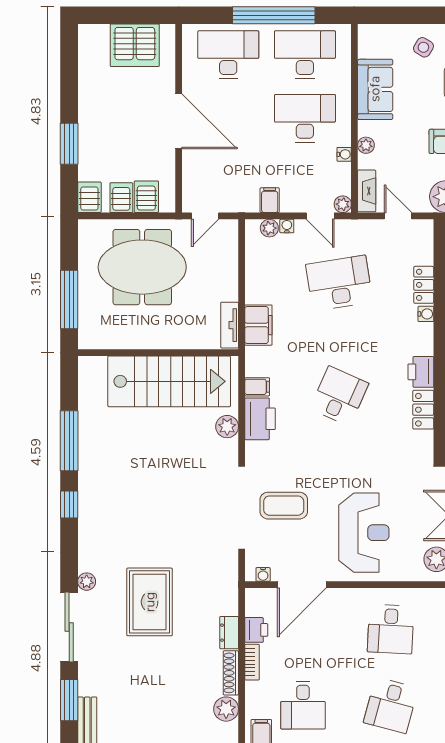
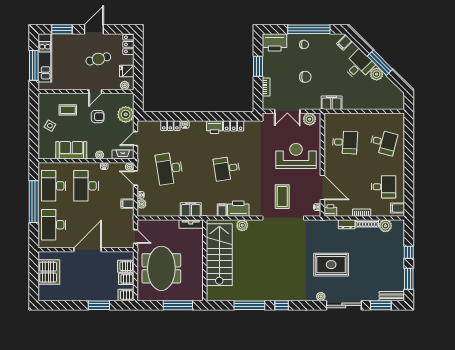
door: (320, 216) -> (135, 178), swing flipped
desk: (339, 396) -> (227, 168), turned -33
printer: (256, 630) -> (330, 210), moved

